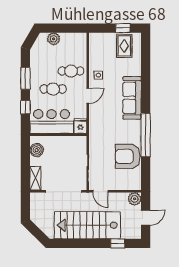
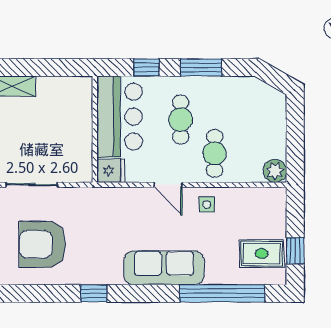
plant: (54, 39) -> (275, 171), moved
window: (146, 67) -> (222, 293), added
window: (146, 135) -> (94, 293), width x0.32
boiler: (37, 150) -> (66, 89), removed
armchair: (128, 156) -> (42, 244), moved, turned -90

